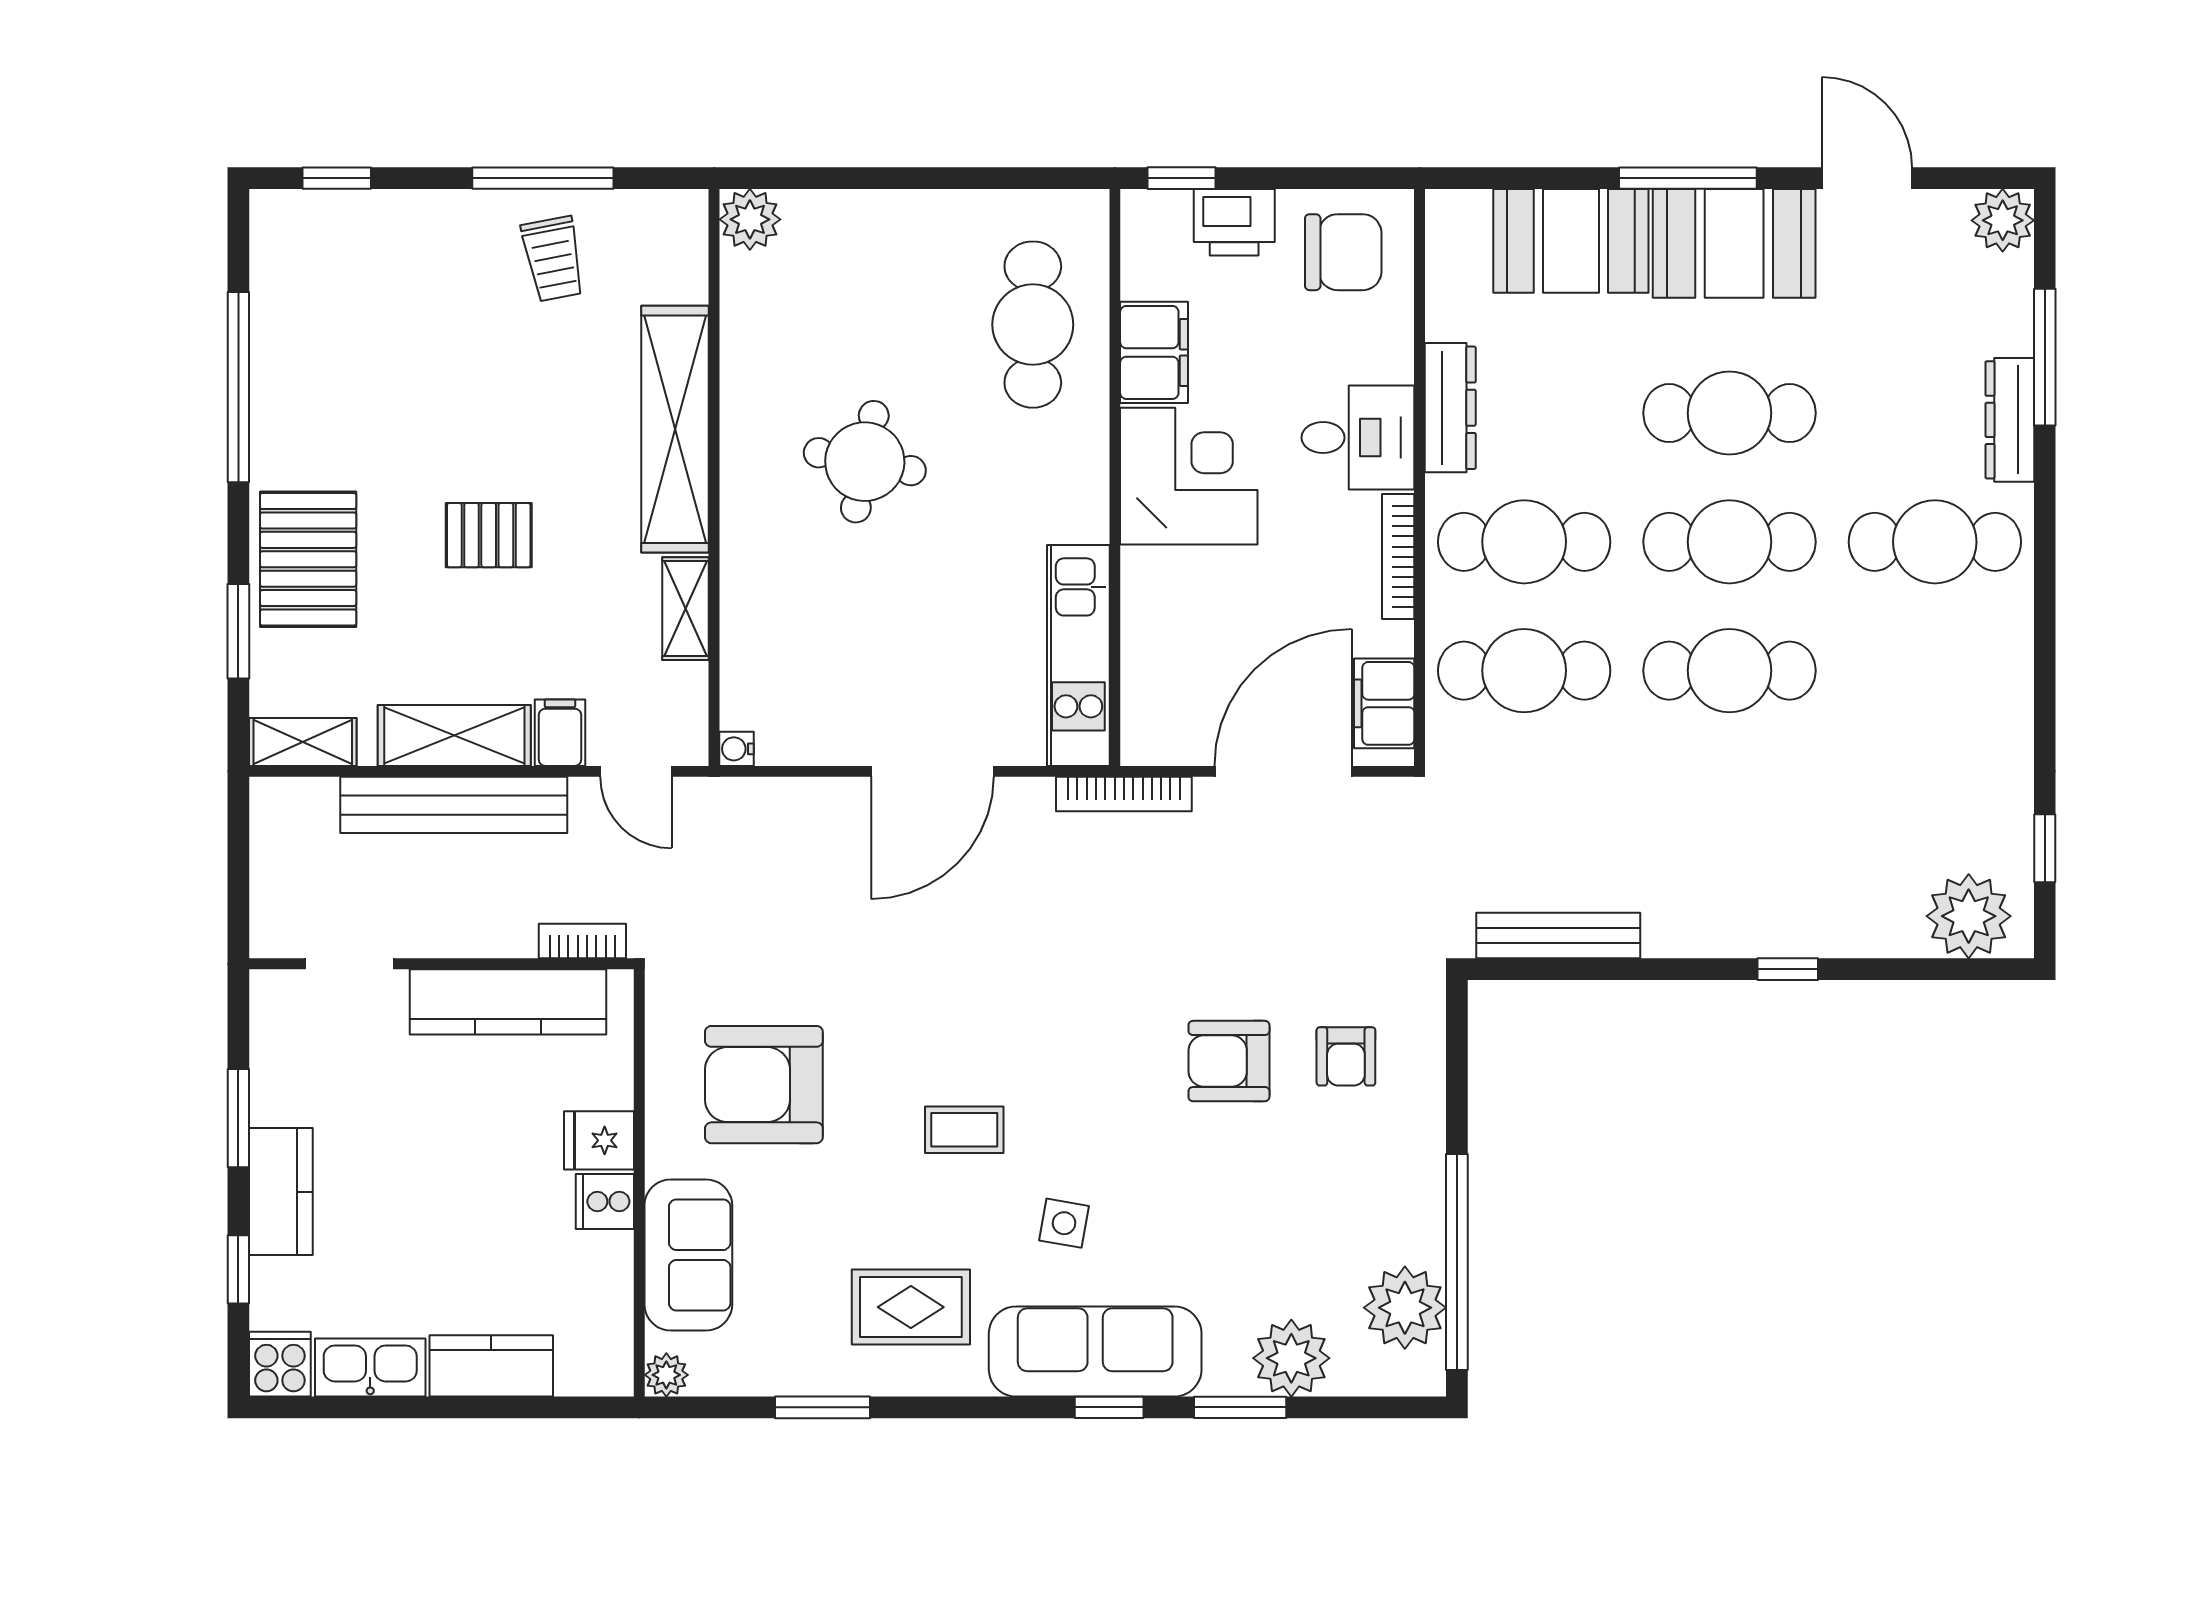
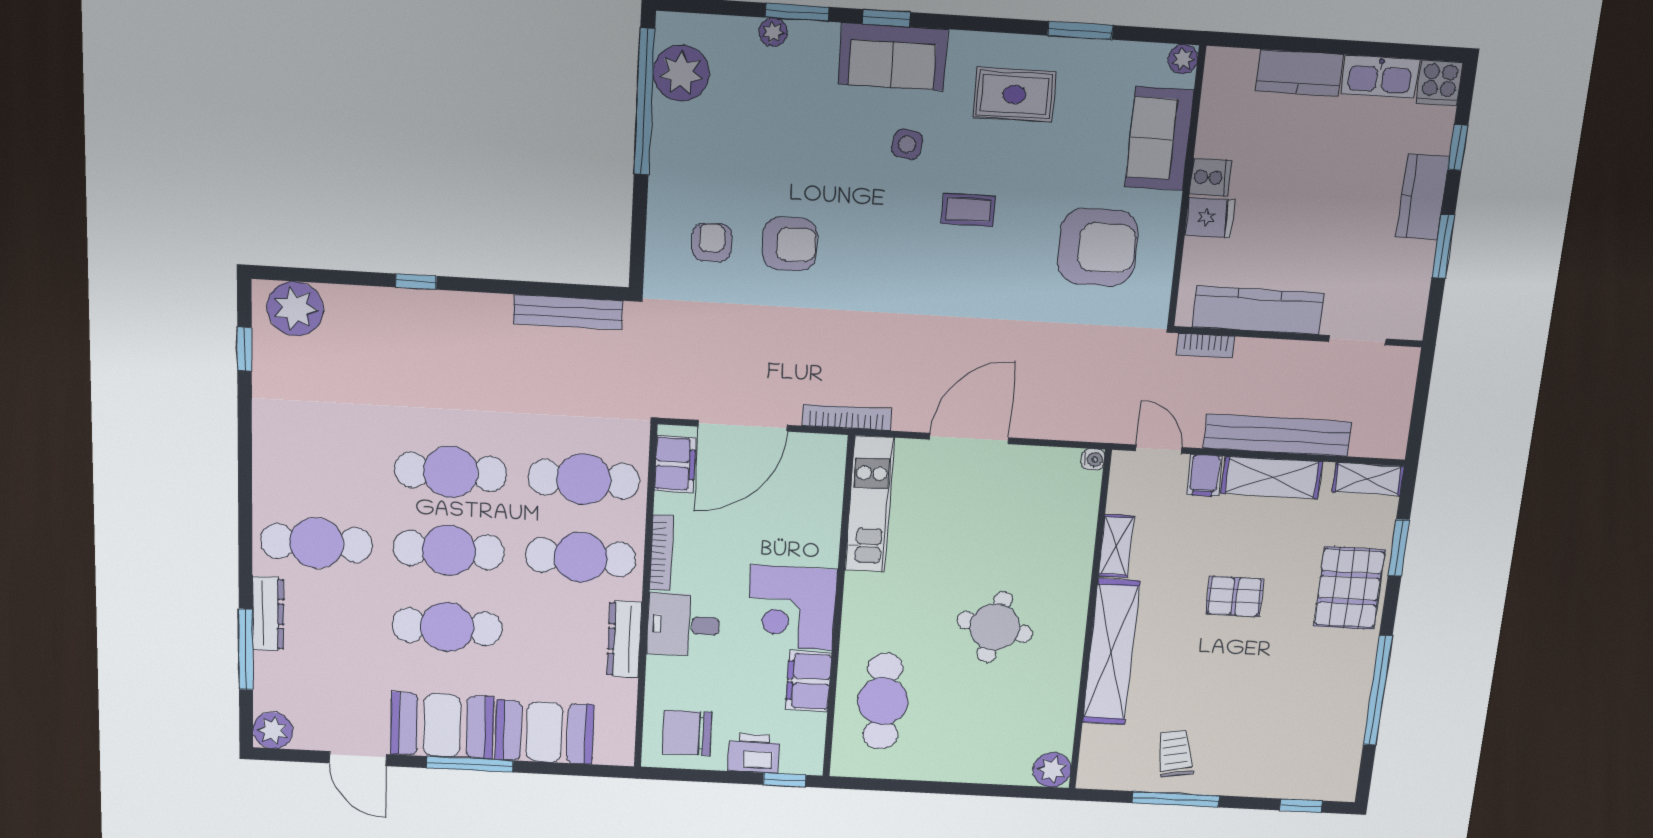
sofa: (1095, 1351) -> (893, 57), width x0.73
plant: (1291, 1358) -> (773, 32), width x0.53, depth x0.53

